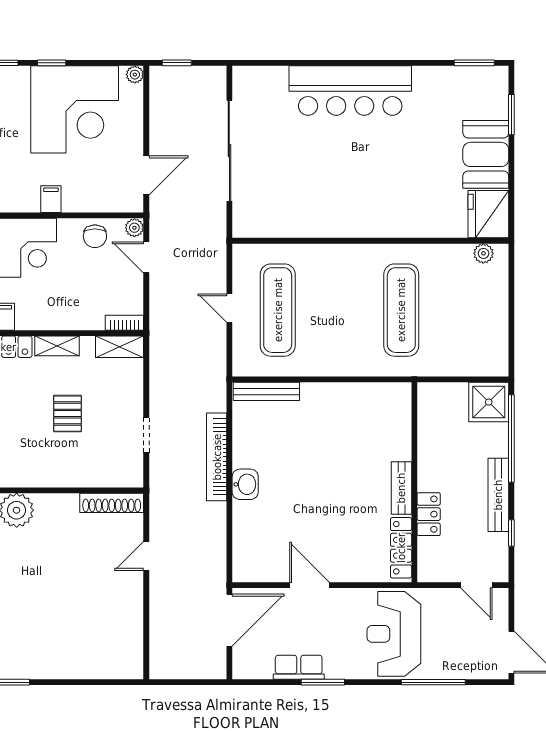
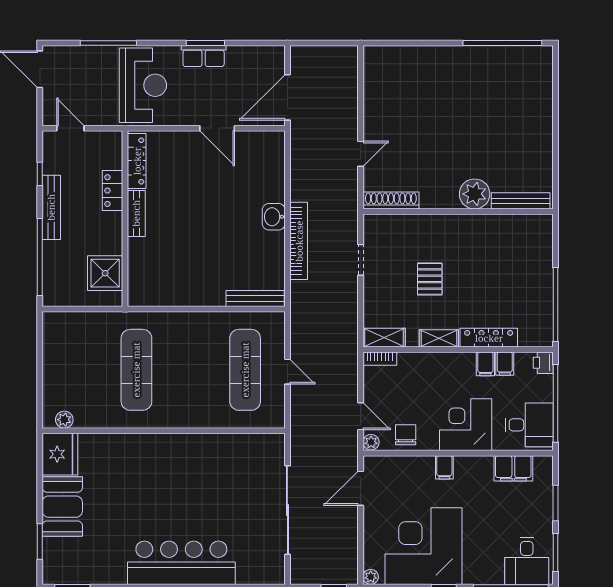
shower: (489, 402) -> (105, 273), moved
row of seats: (299, 667) -> (204, 56), moved

